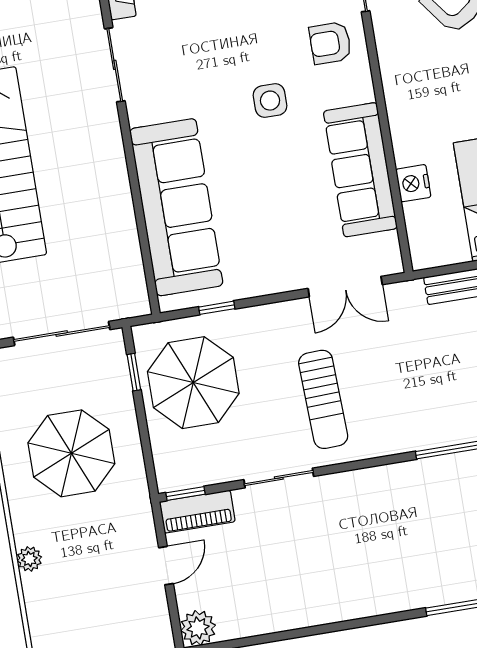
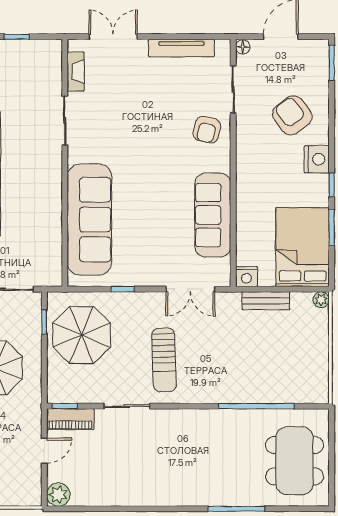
armchair: (330, 43) -> (207, 130), turned -77
side table: (270, 101) -> (162, 160), removed
nightstand: (413, 183) -> (247, 277), moved, turned -90
window: (217, 308) -> (123, 289), moved

